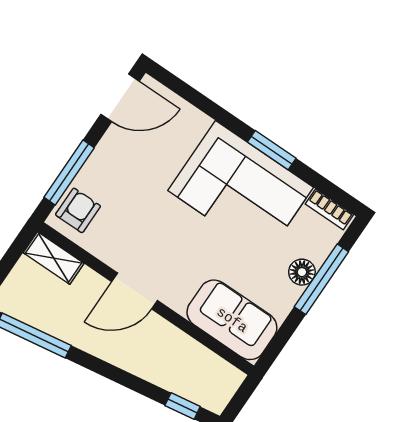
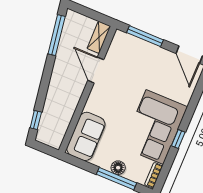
window: (272, 150) -> (178, 139), width x0.67
armchair: (78, 210) -> (126, 45), removed
door: (135, 291) -> (96, 70), moved

